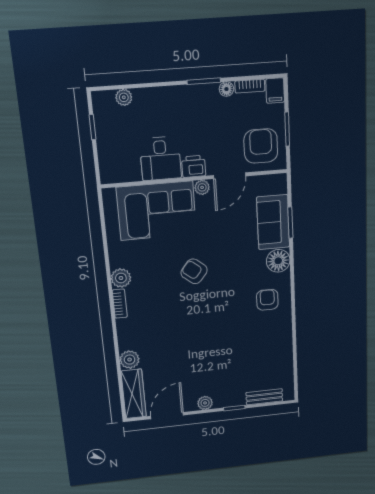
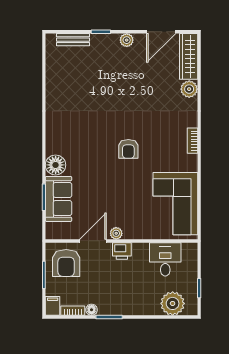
plant: (124, 97) -> (173, 303), width x1.87, depth x1.87
desk: (161, 159) -> (165, 259), moved
corner sofa: (157, 211) -> (175, 204), moved, turned -90
armchair: (194, 271) -> (128, 149), moved, turned 51
plant: (121, 278) -> (189, 163), removed
armchair: (267, 300) -> (66, 131), removed

